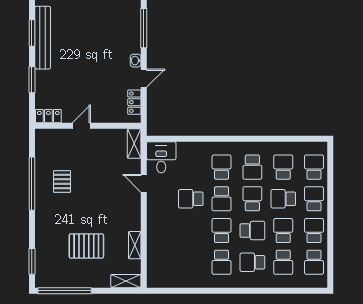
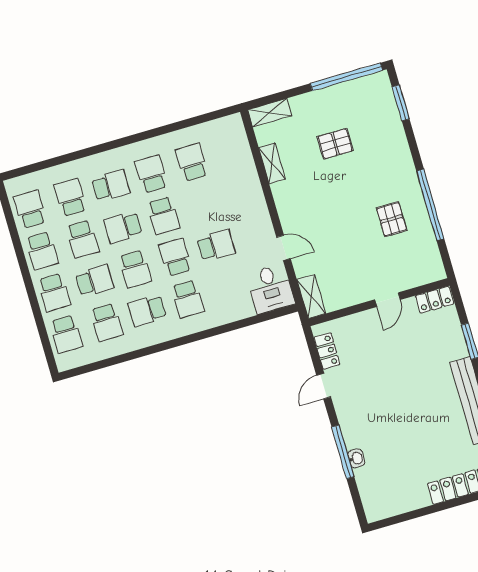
washbasin: (136, 61) -> (356, 458), moved
school desk: (252, 167) -> (147, 311), turned -90
pallet: (86, 246) -> (335, 144), width x0.67, depth x0.71
school desk: (191, 262) -> (192, 162), added

